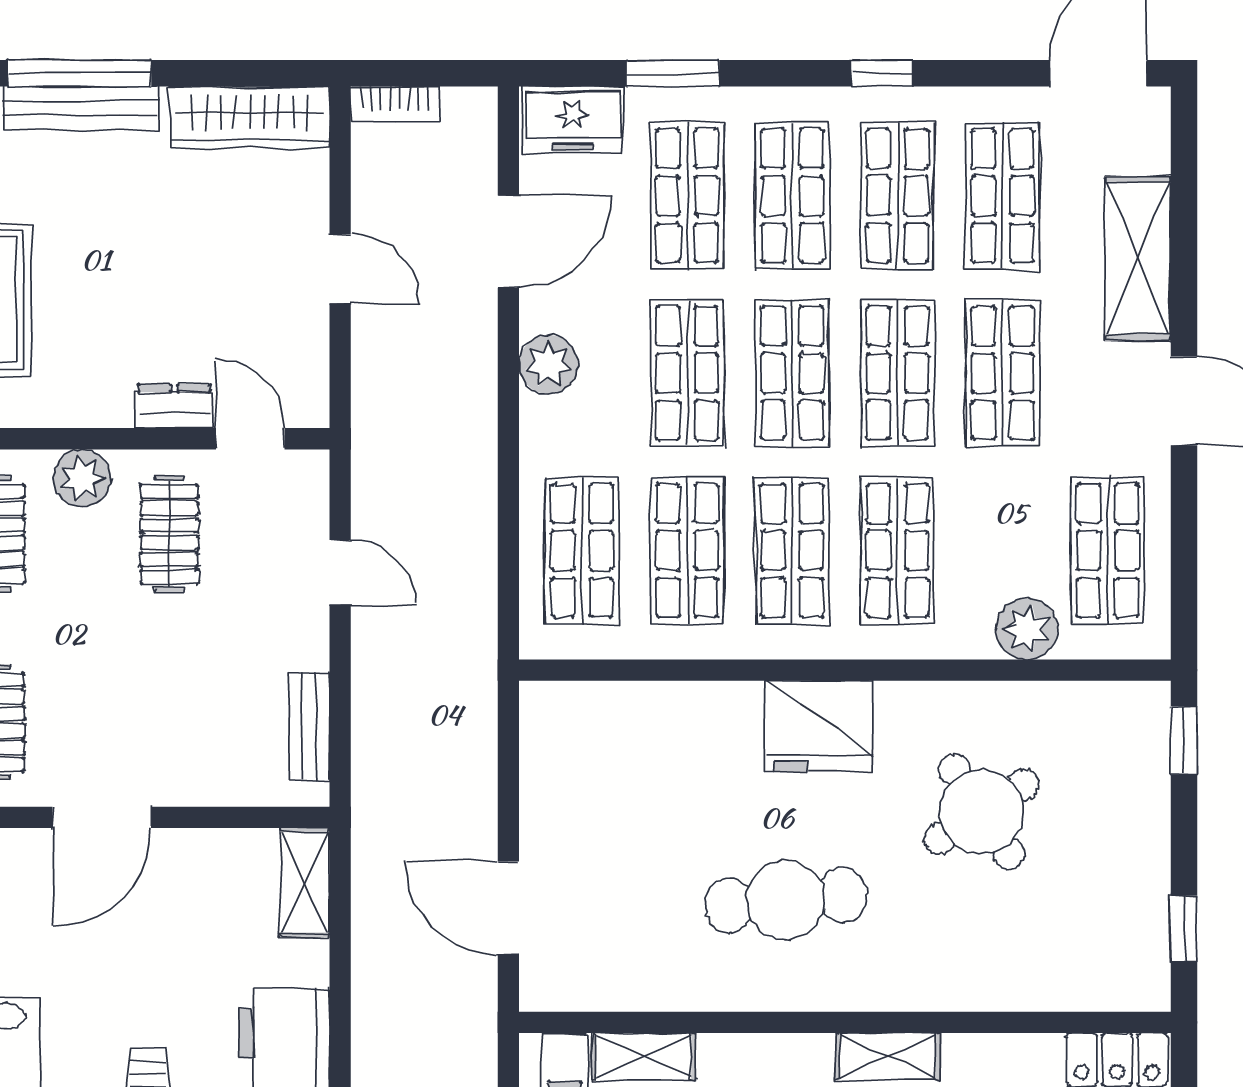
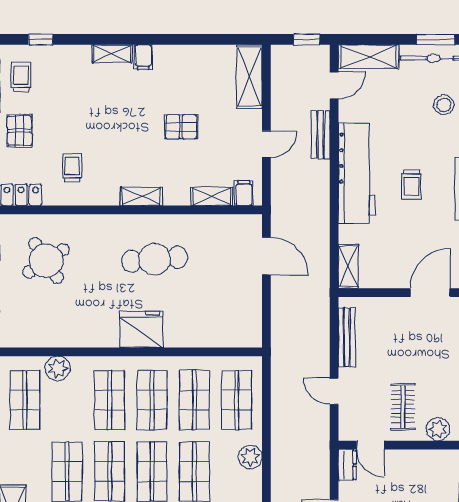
plant: (548, 364) -> (250, 457), moved
dresser: (174, 406) -> (347, 465), moved, turned -90
bench: (309, 726) -> (347, 337), width x1.36
round table: (982, 812) -> (46, 261), moved
shelving: (888, 1056) -> (141, 196), moved

